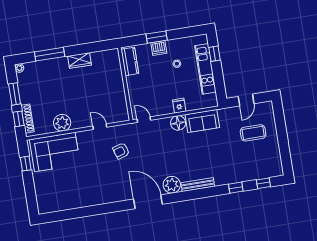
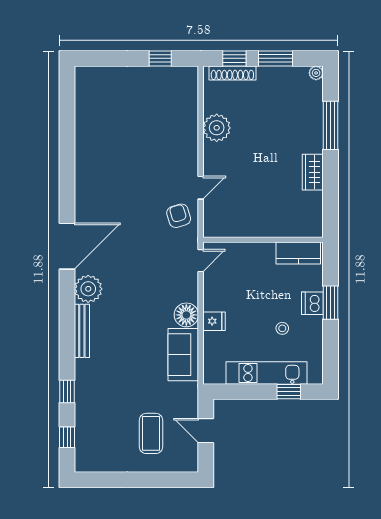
armchair: (121, 151) -> (179, 216), moved
corner sofa: (55, 152) -> (171, 108), removed

